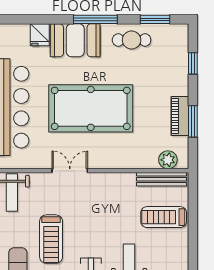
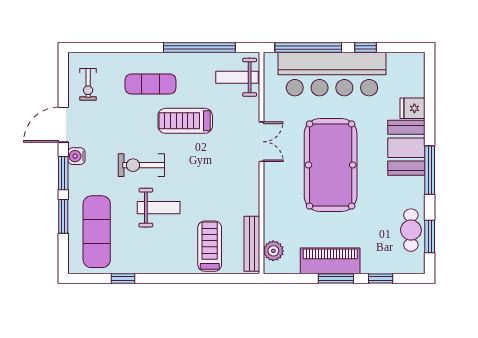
cafe table: (132, 40) -> (411, 230), moved
piano: (180, 116) -> (330, 261), width x1.37, depth x1.33
window: (193, 121) -> (336, 279), moved

